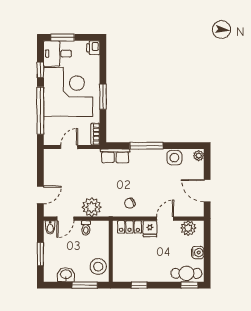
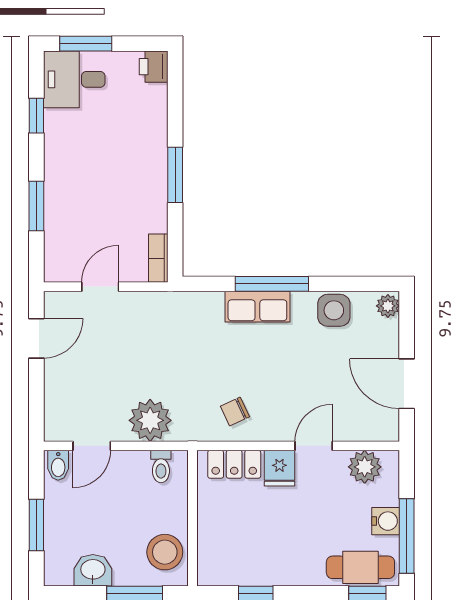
corner desk: (68, 92) -> (98, 165), removed
window: (40, 111) -> (36, 206), width x0.47
row of seats: (115, 156) -> (257, 307), moved
door: (40, 195) -> (36, 338), moved
toilet: (86, 228) -> (161, 467), moved
window: (207, 259) -> (407, 536), added

